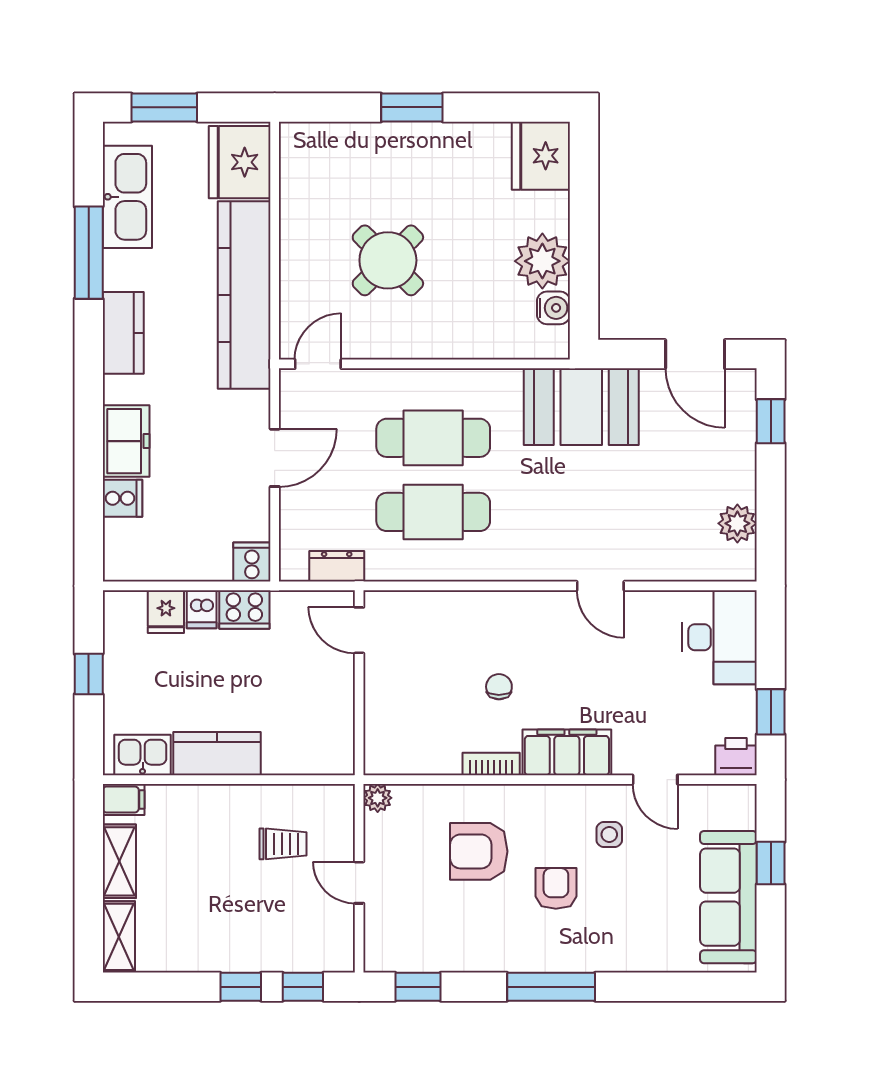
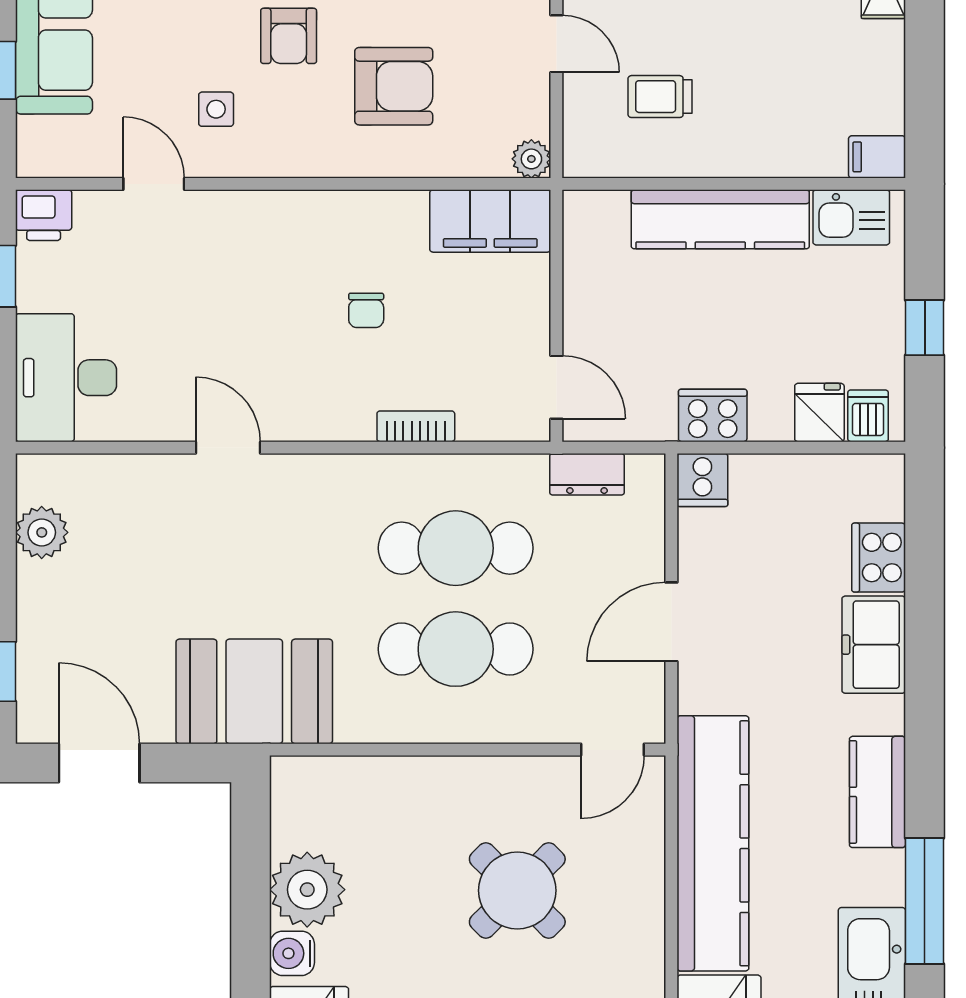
water cooler: (553, 308) -> (292, 953), moved
cooker: (122, 498) -> (879, 558), width x1.36
dishwasher: (202, 609) -> (868, 416), moved
filing cabinet: (567, 752) -> (490, 221), moved
kitchen counter: (217, 754) -> (720, 219), width x1.50
bookcase: (491, 764) -> (416, 426), moved, turned 180
shelving: (119, 861) -> (883, 73), removed

